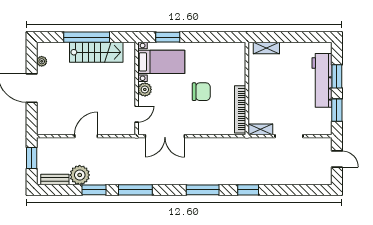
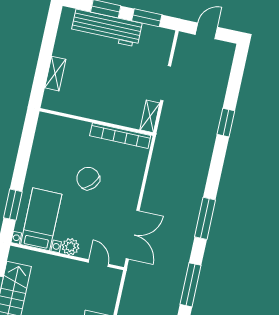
shelving: (266, 48) -> (55, 74), moved
chair: (201, 92) -> (88, 178), turned -47
window: (203, 190) -> (205, 218), moved
window: (248, 190) -> (226, 123), moved

